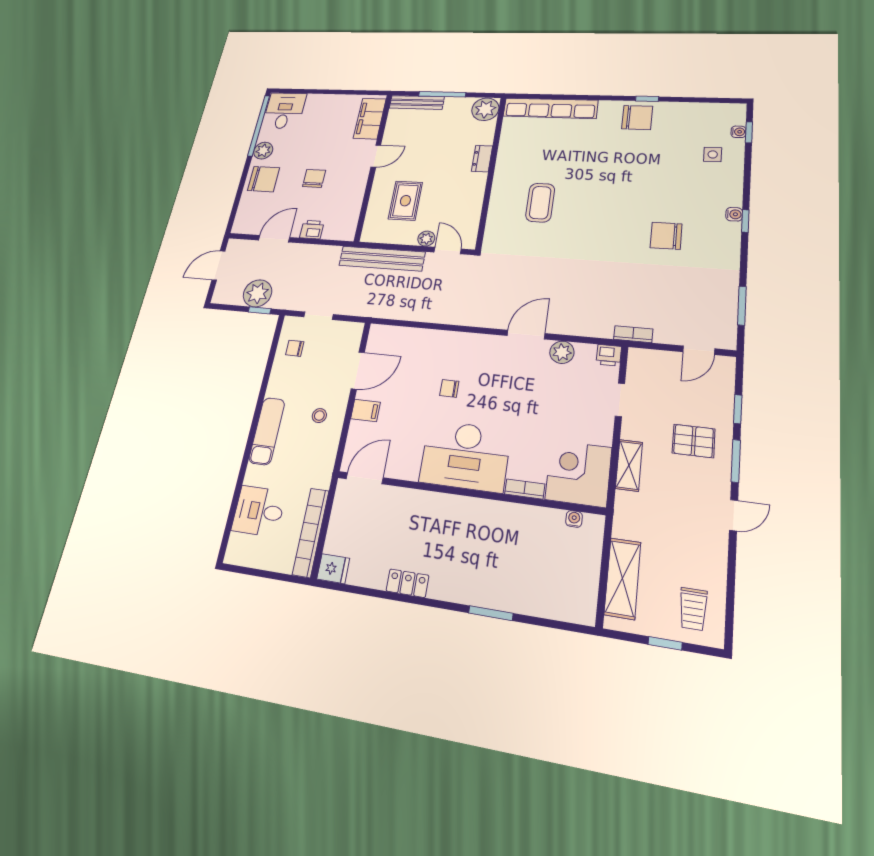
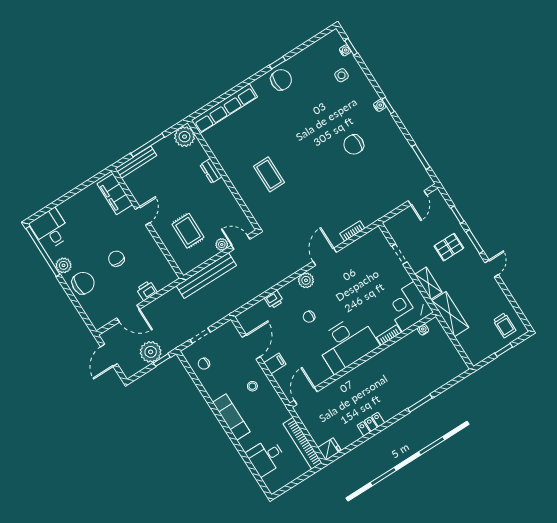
door: (274, 239) -> (128, 314), swing flipped
bookcase: (633, 334) -> (352, 231), moved
plant: (562, 352) -> (306, 280), moved
printer: (609, 355) -> (274, 299), moved
shelving: (623, 578) -> (450, 314), moved

